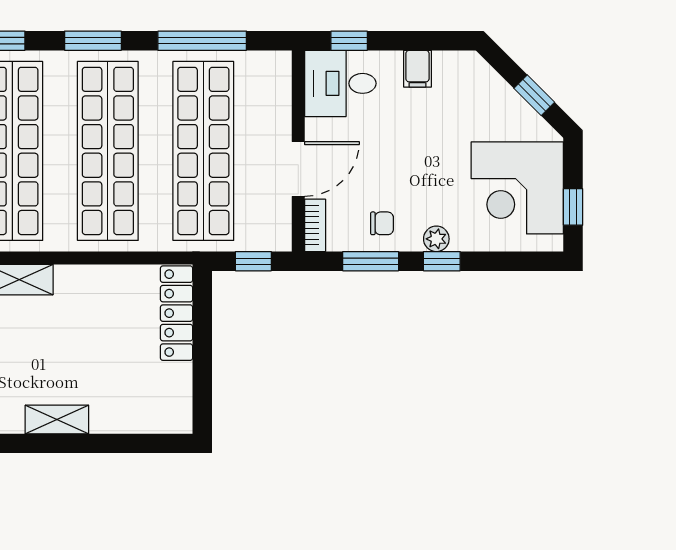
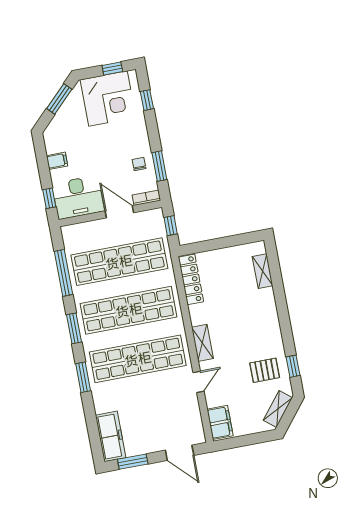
desk: (340, 83) -> (78, 197), width x1.37
window: (534, 95) -> (59, 99), width x1.50
plant: (436, 239) -> (142, 135), removed
window: (442, 261) -> (147, 100), moved
locker: (177, 313) -> (191, 279), moved, turned -90
shelving: (57, 419) -> (263, 271), moved

